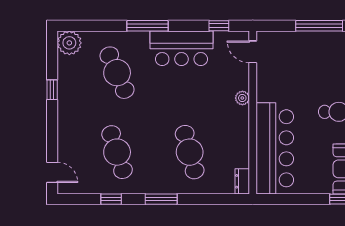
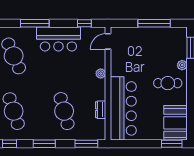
door: (253, 52) -> (108, 41), hinge flipped
dresser: (242, 181) -> (101, 110), moved
window: (222, 199) -> (86, 144), added

